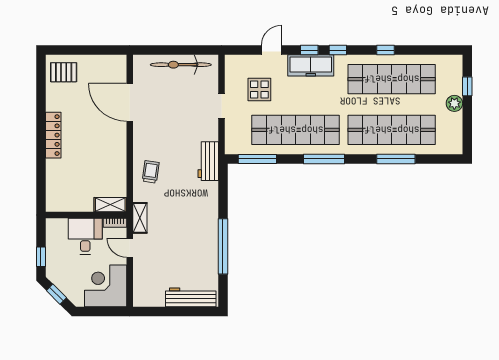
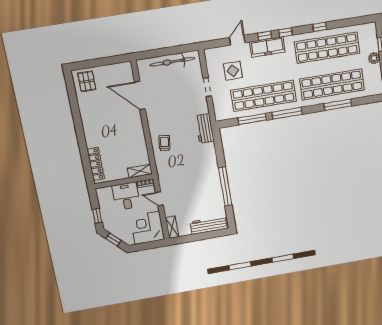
pallet: (64, 72) -> (87, 81), turned 90
locker: (53, 135) -> (96, 164), moved
window: (257, 159) -> (252, 119), moved
shelving: (140, 218) -> (172, 227), moved

